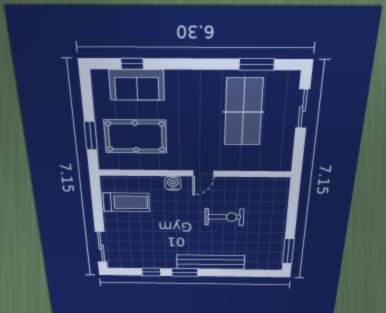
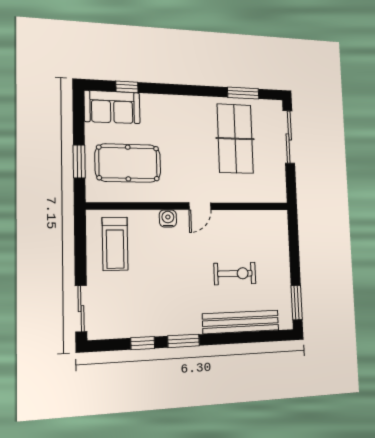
sofa: (137, 85) -> (112, 107), moved
sliding door: (303, 109) -> (289, 137), width x1.37
treadmill: (126, 202) -> (115, 244), turned 90
exercise bike: (224, 217) -> (235, 273), moved
bench: (211, 262) -> (241, 322), moved

